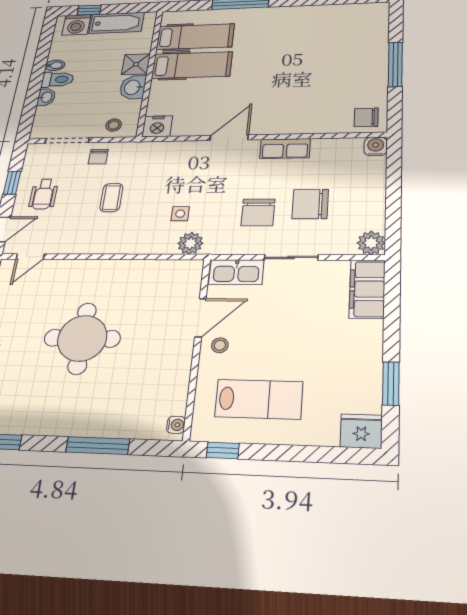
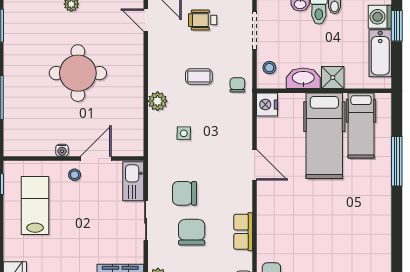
window: (89, 10) -> (397, 26), width x1.50
hospital bed: (192, 65) -> (324, 136), width x1.37, depth x1.29
washbasin: (133, 87) -> (303, 78), width x1.38
row of seats: (285, 148) -> (243, 232), moved
chair: (98, 157) -> (237, 85), moved, turned 90
plant: (190, 243) -> (158, 101), moved
door: (200, 318) -> (96, 159), swing flipped
lab bench: (259, 399) -> (35, 205), turned 180
water cooler: (176, 425) -> (62, 150), moved

